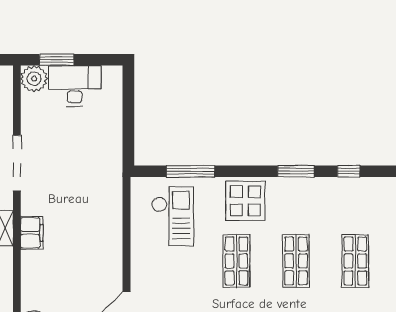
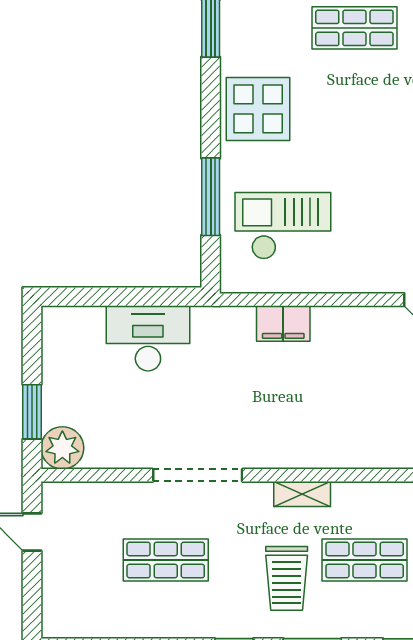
desk: (75, 86) -> (148, 338), moved, turned 90
filing cabinet: (32, 233) -> (283, 323), moved, turned 180
shop shelf: (237, 261) -> (354, 123), removed

